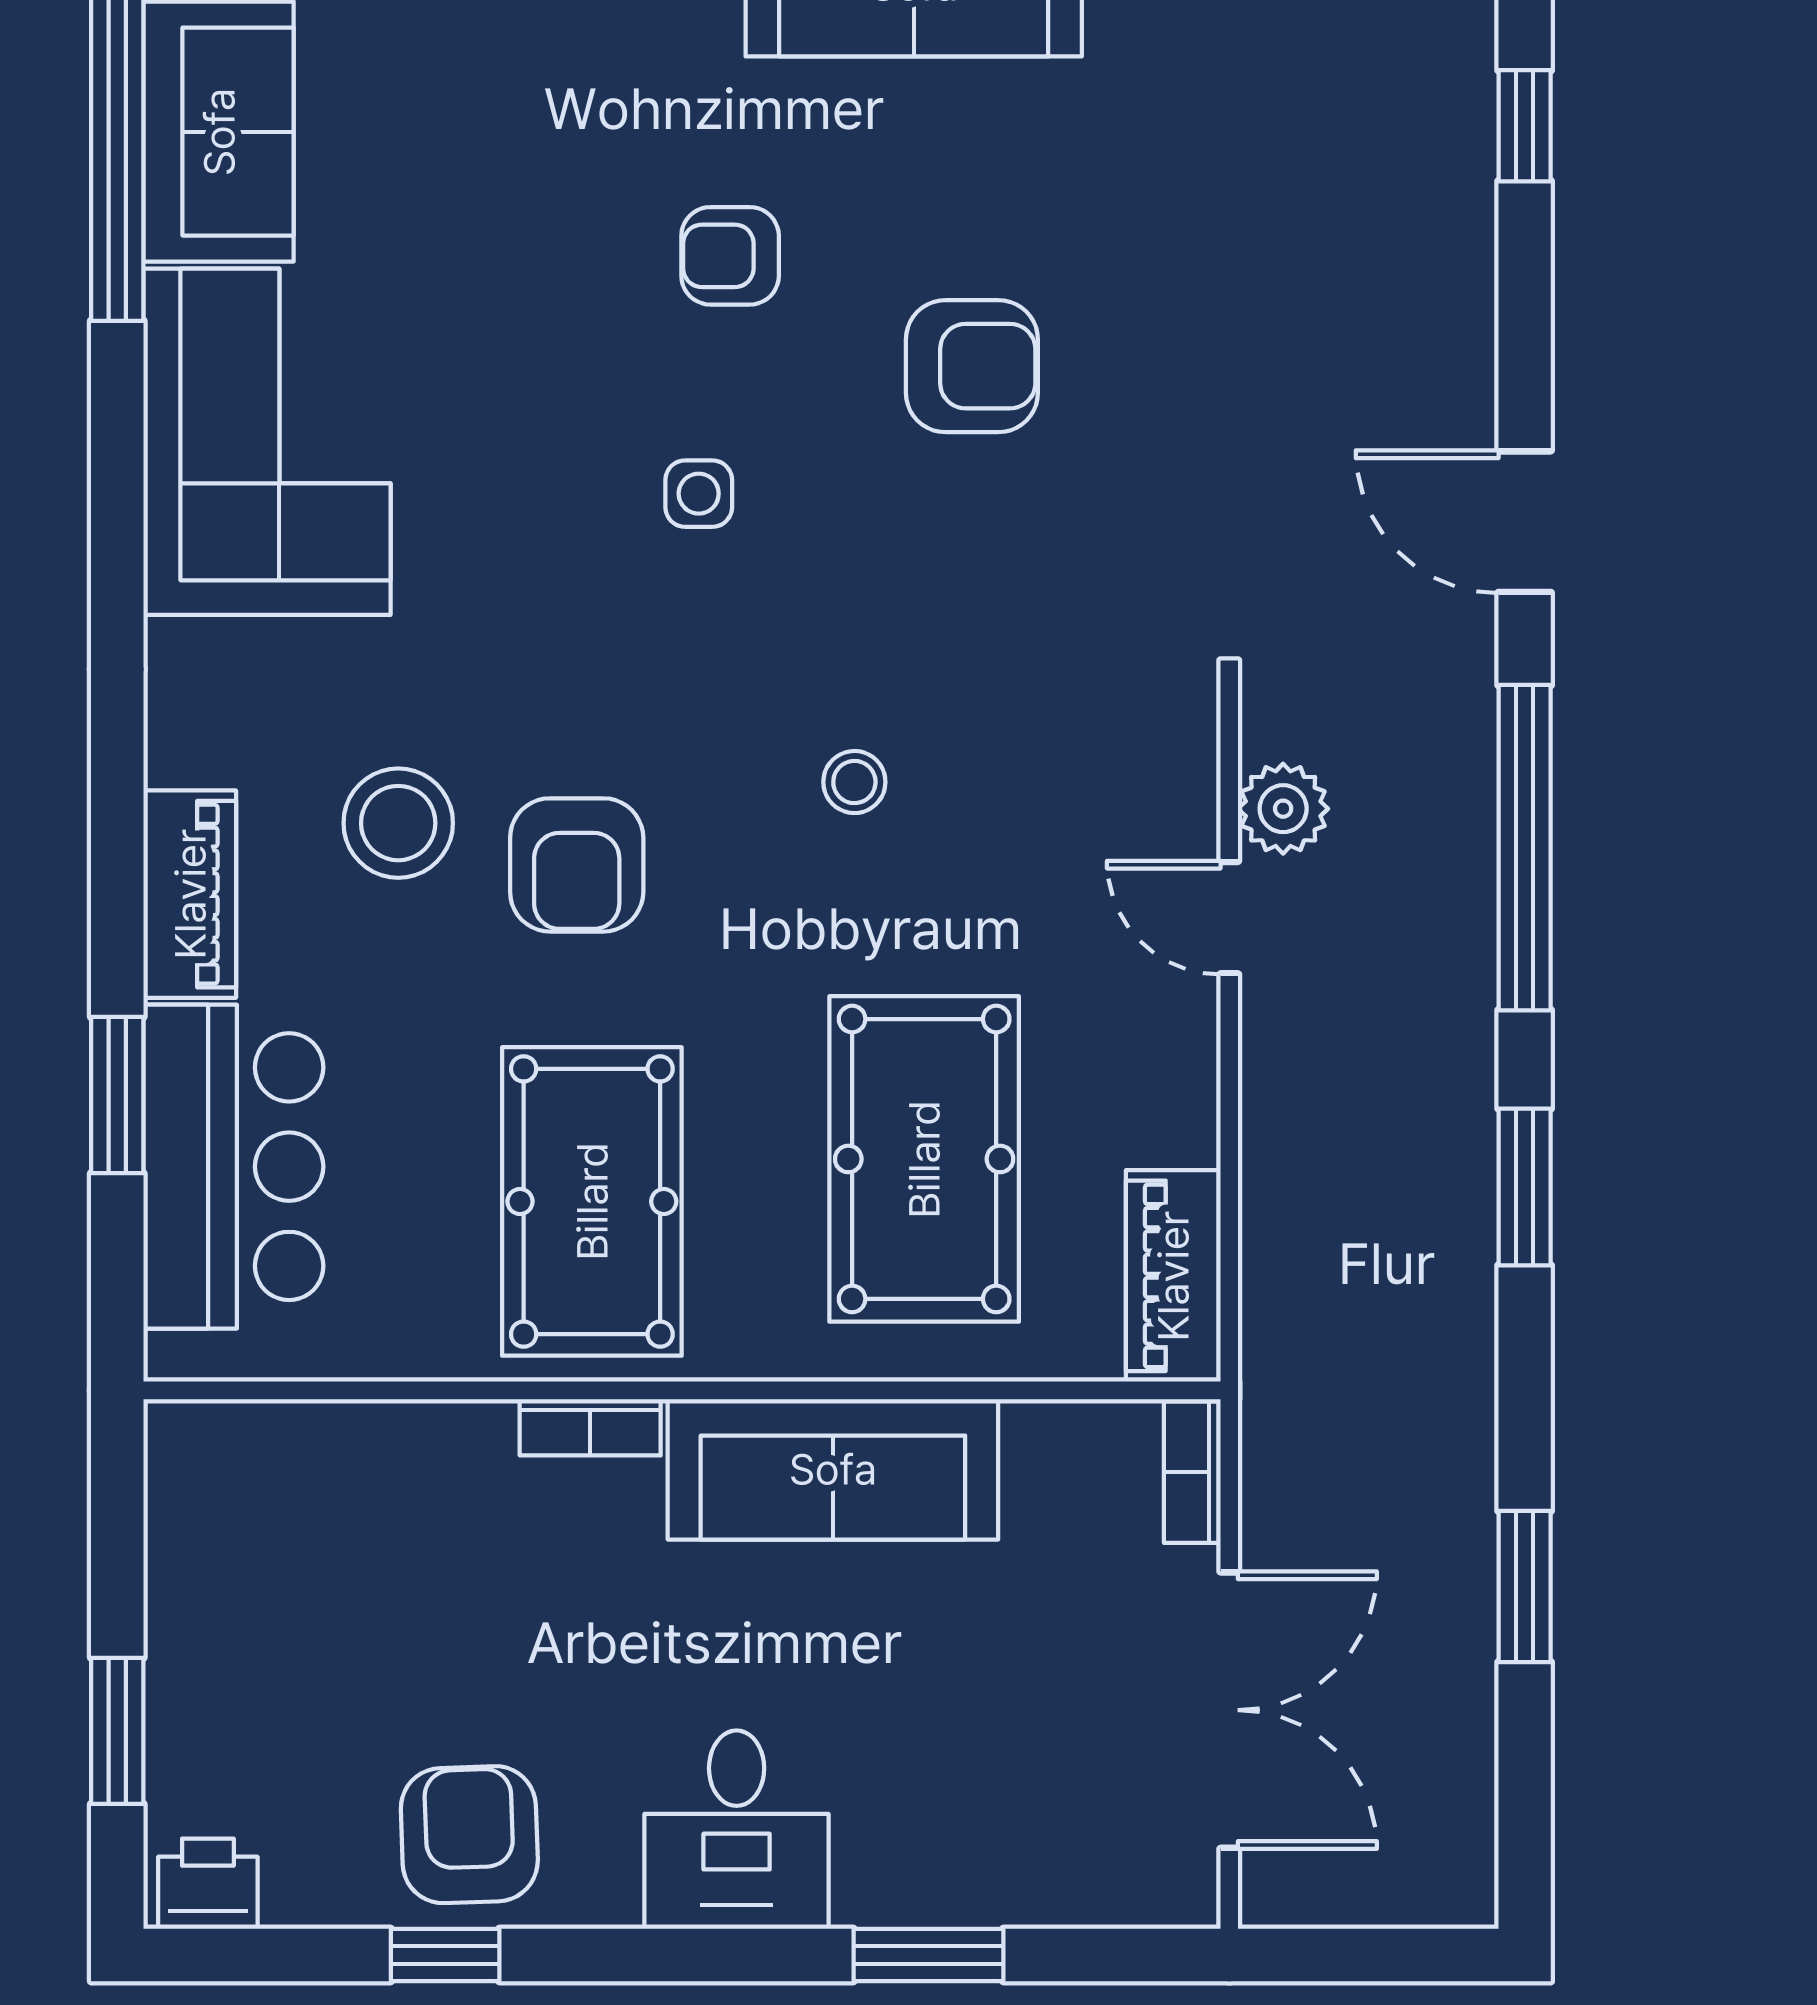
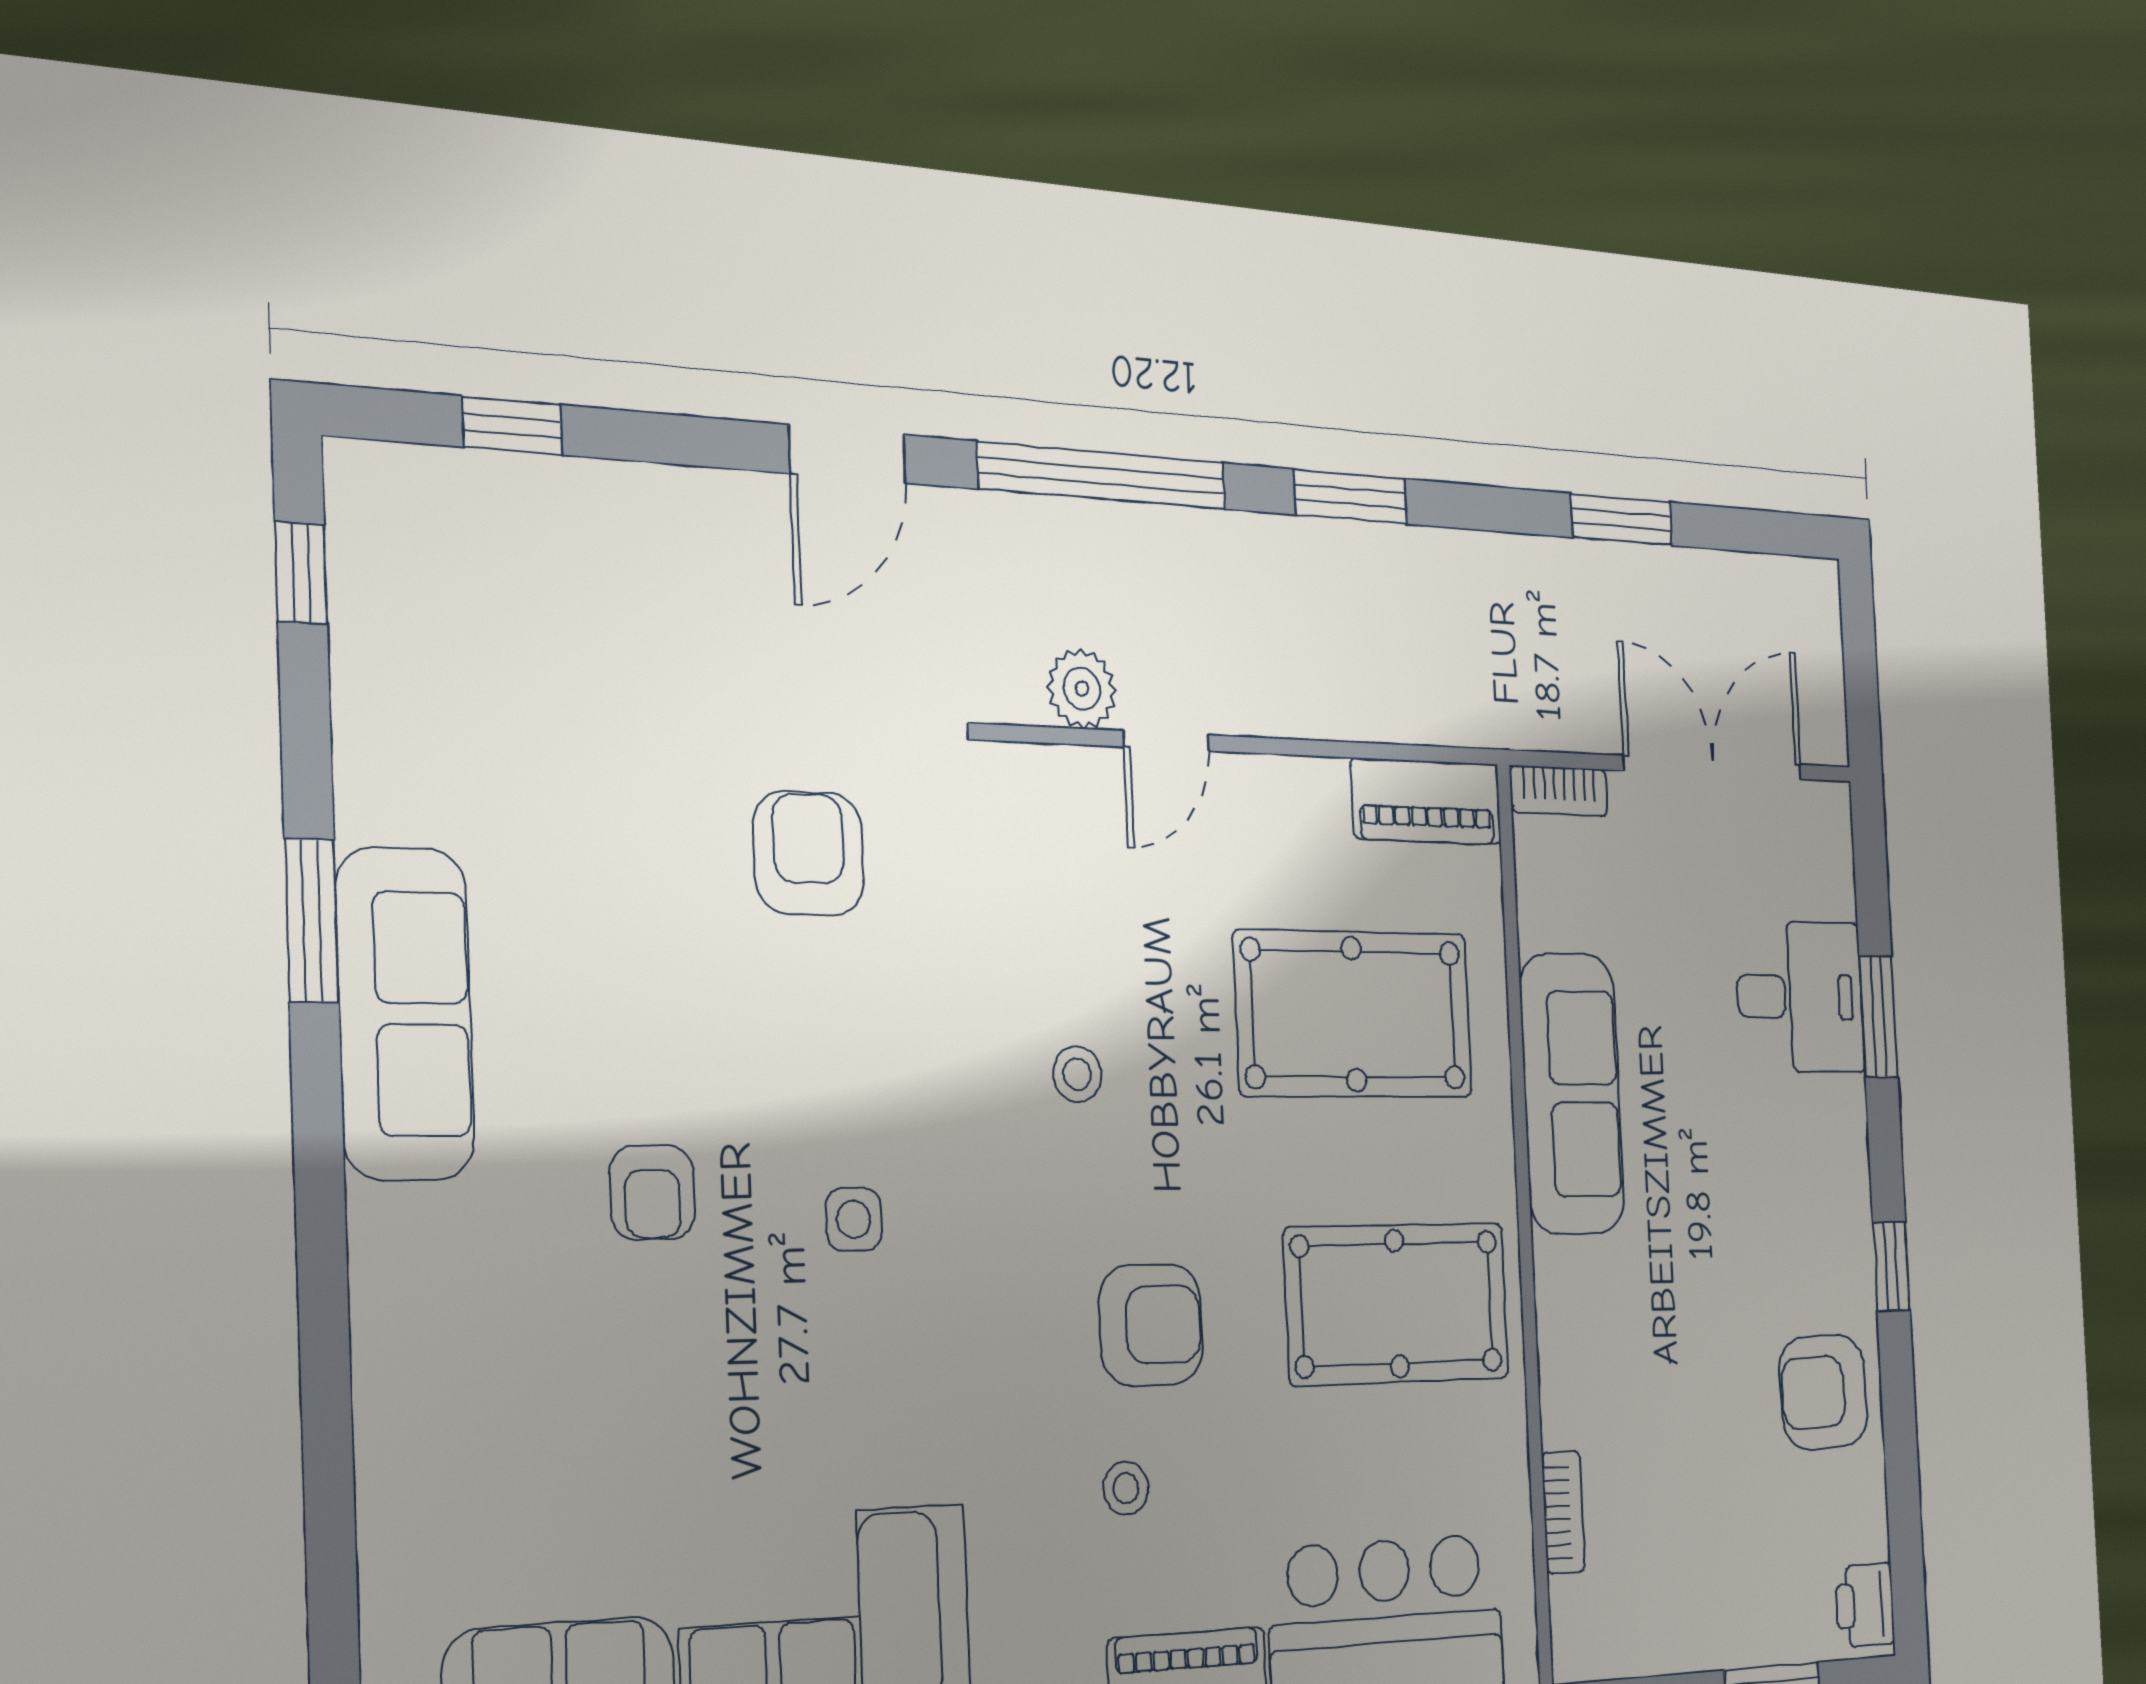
armchair: (972, 366) -> (809, 853), moved
stool: (398, 823) -> (1126, 1488), width x0.53, depth x0.53
bookcase: (590, 1427) -> (1563, 1512), moved
desk: (737, 1830) -> (1800, 997), moved
window: (445, 1955) -> (1891, 1267), moved

